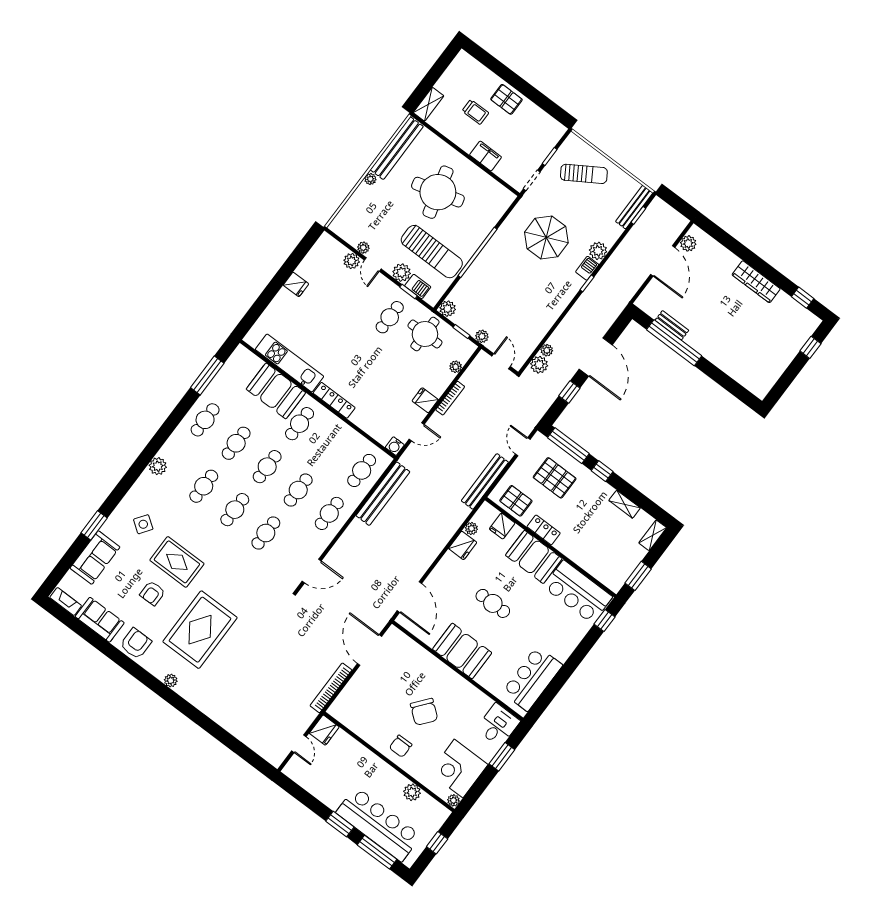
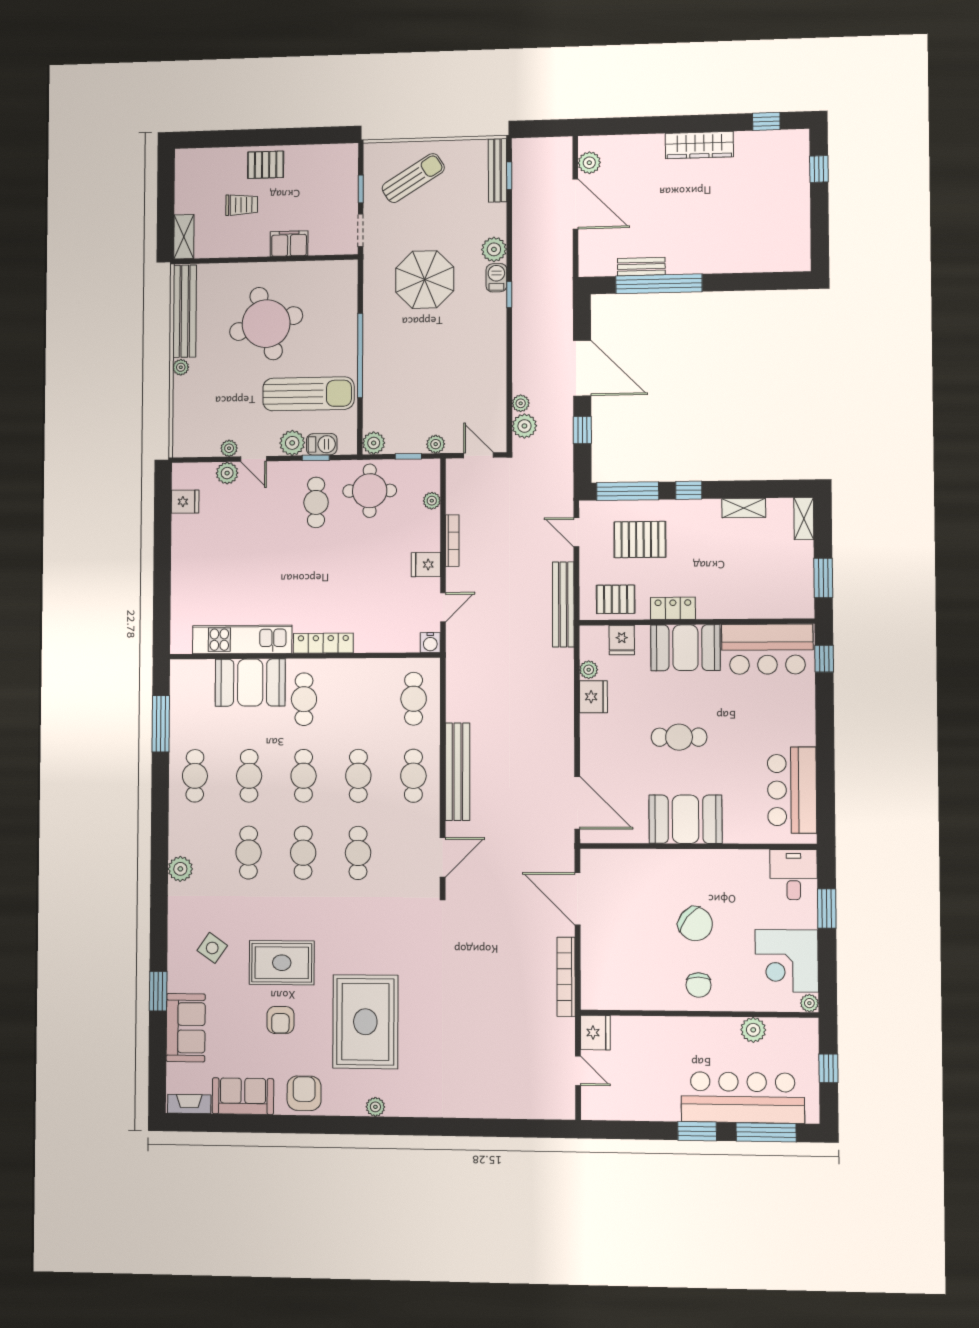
fridge: (296, 284) -> (185, 502), moved
bench: (383, 494) -> (457, 772), moved

